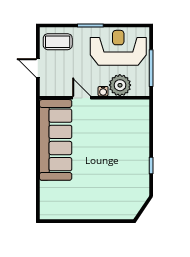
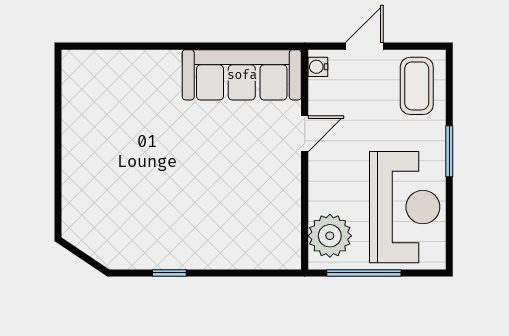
plant: (120, 85) -> (330, 236), moved
water cooler: (103, 91) -> (318, 67), moved
sofa: (56, 140) -> (242, 75), width x0.74, depth x0.79

